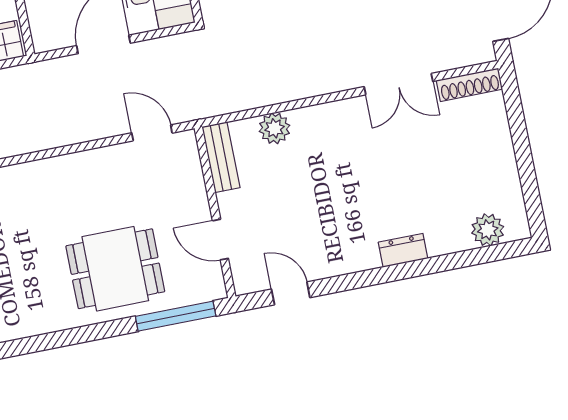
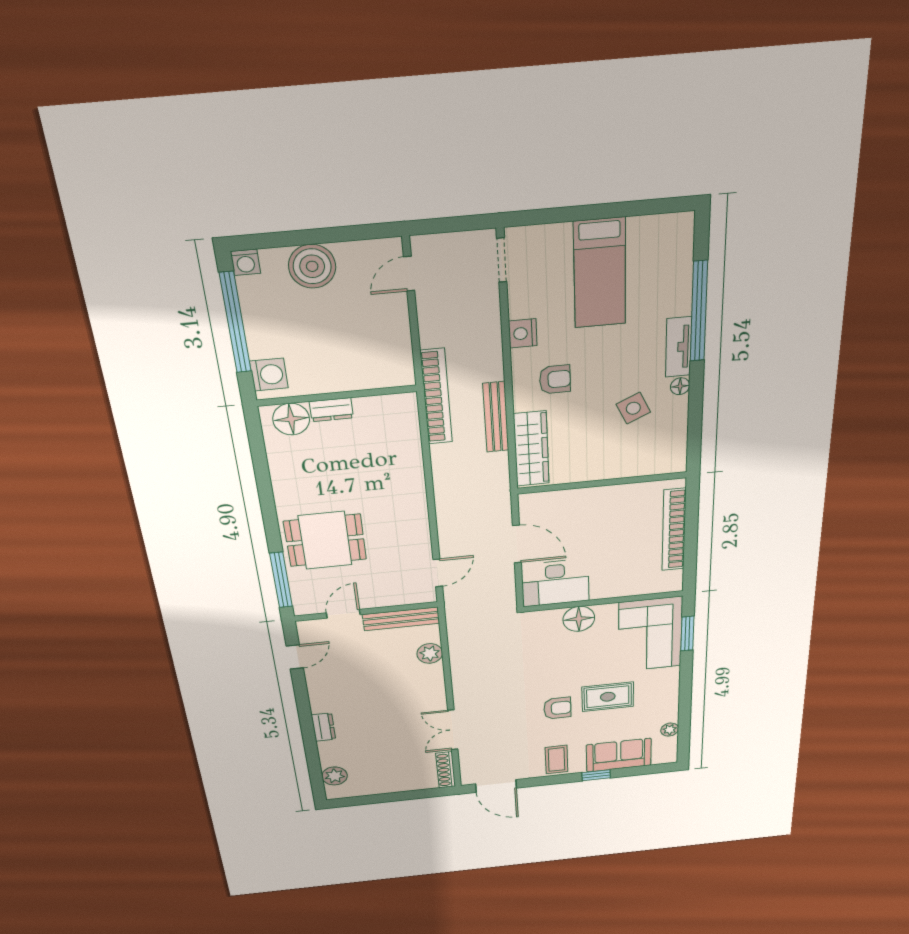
bench: (221, 157) -> (401, 619), width x1.36
dining table: (115, 269) -> (325, 540), turned 90

